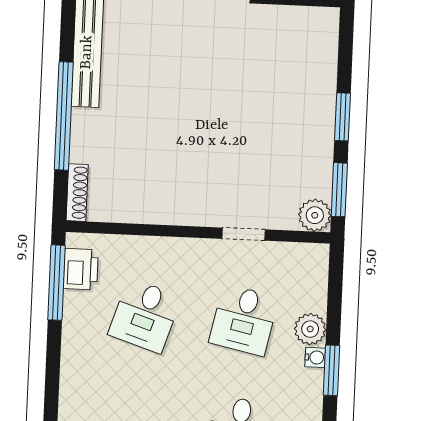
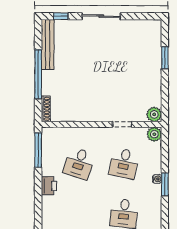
window: (343, 117) -> (165, 58), moved
window: (339, 190) -> (165, 102), removed
printer: (81, 269) -> (49, 186), moved
plant: (310, 329) -> (154, 134), moved

